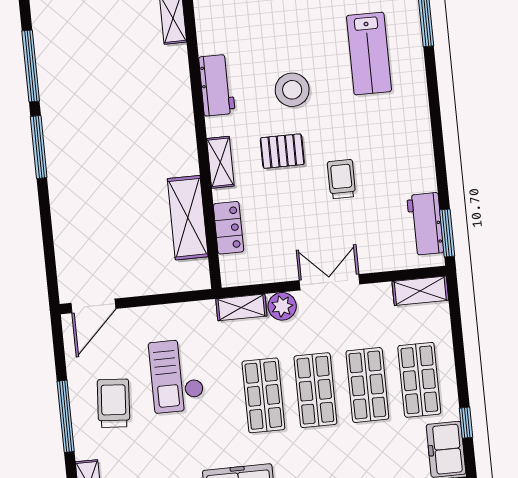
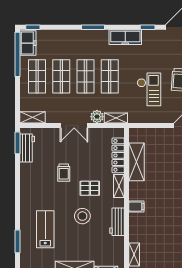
filing cabinet: (178, 122) -> (136, 207), added
locker: (228, 228) -> (118, 155), width x1.53
window: (466, 423) -> (17, 54), width x3.17

